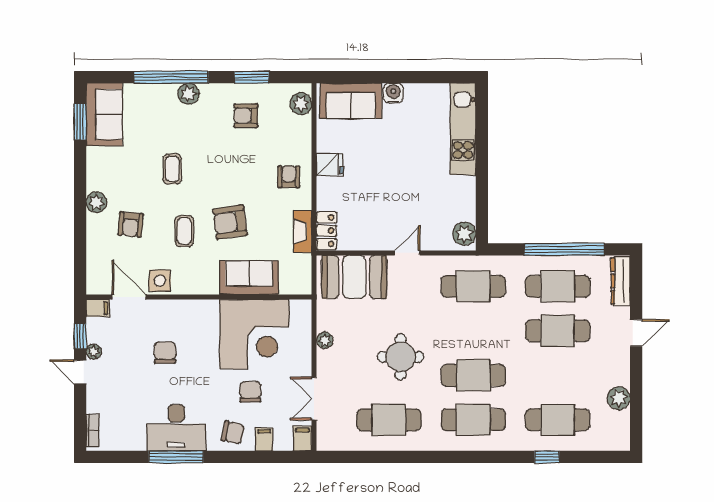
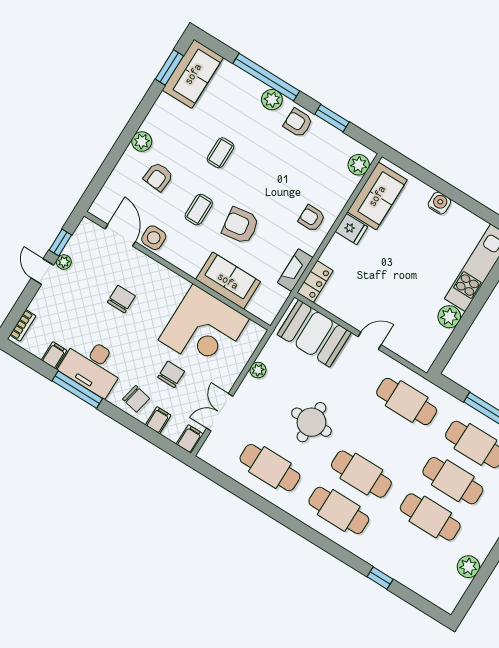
sofa: (351, 101) -> (377, 196), moved, turned -90
armchair: (246, 116) -> (298, 123), moved
armchair: (289, 177) -> (312, 218), turned -90
plant: (464, 234) -> (449, 317), moved
filing cabinet: (98, 308) -> (54, 355), moved, turned -90
cafe table: (558, 420) -> (430, 517), moved

